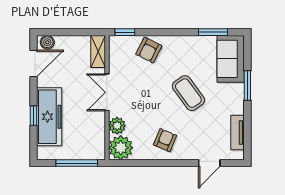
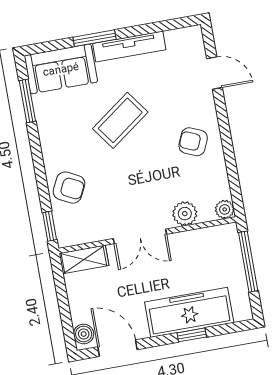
tv unit: (238, 133) -> (129, 47), moved, width x1.41
plant: (121, 148) -> (225, 209), width x0.53, depth x0.53

